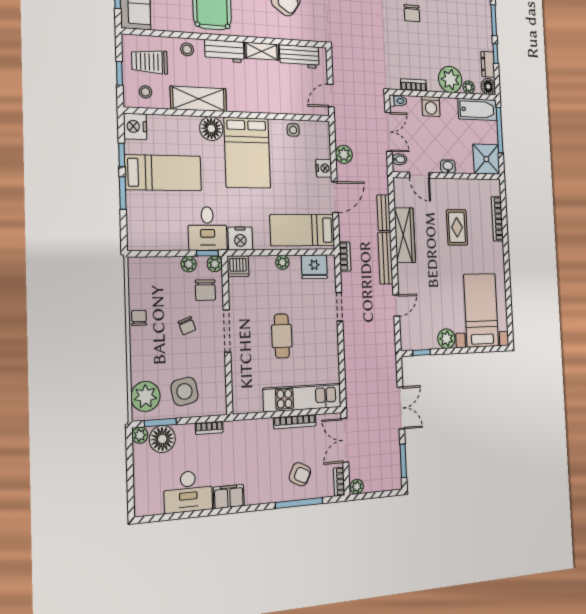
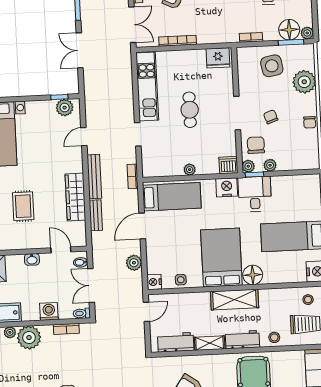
shelving: (199, 99) -> (235, 300), moved
nightstand: (324, 168) -> (154, 282), moved
fridge: (314, 267) -> (218, 58), moved, turned 180
plant: (446, 339) -> (65, 108), moved
plant: (145, 396) -> (304, 82), moved
kitchen unit: (302, 398) -> (147, 87), moved, turned -90

